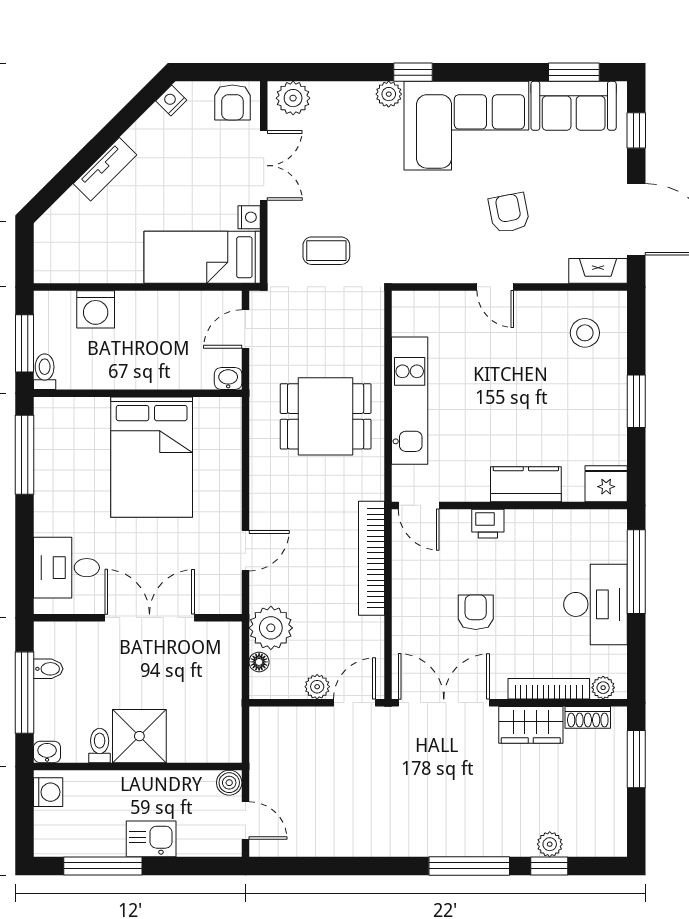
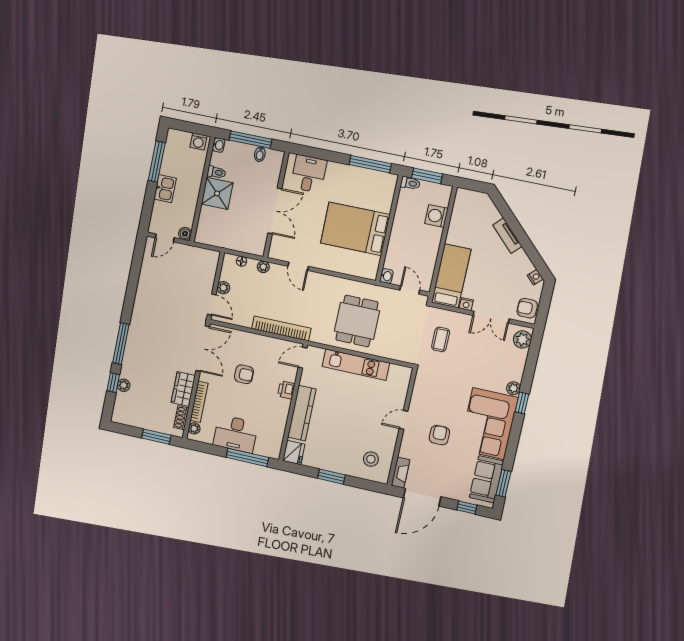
armchair: (509, 213) -> (439, 435), turned -79
kitchen counter: (526, 484) -> (302, 413), width x1.50
plant: (271, 628) -> (263, 267), width x0.53, depth x0.53

